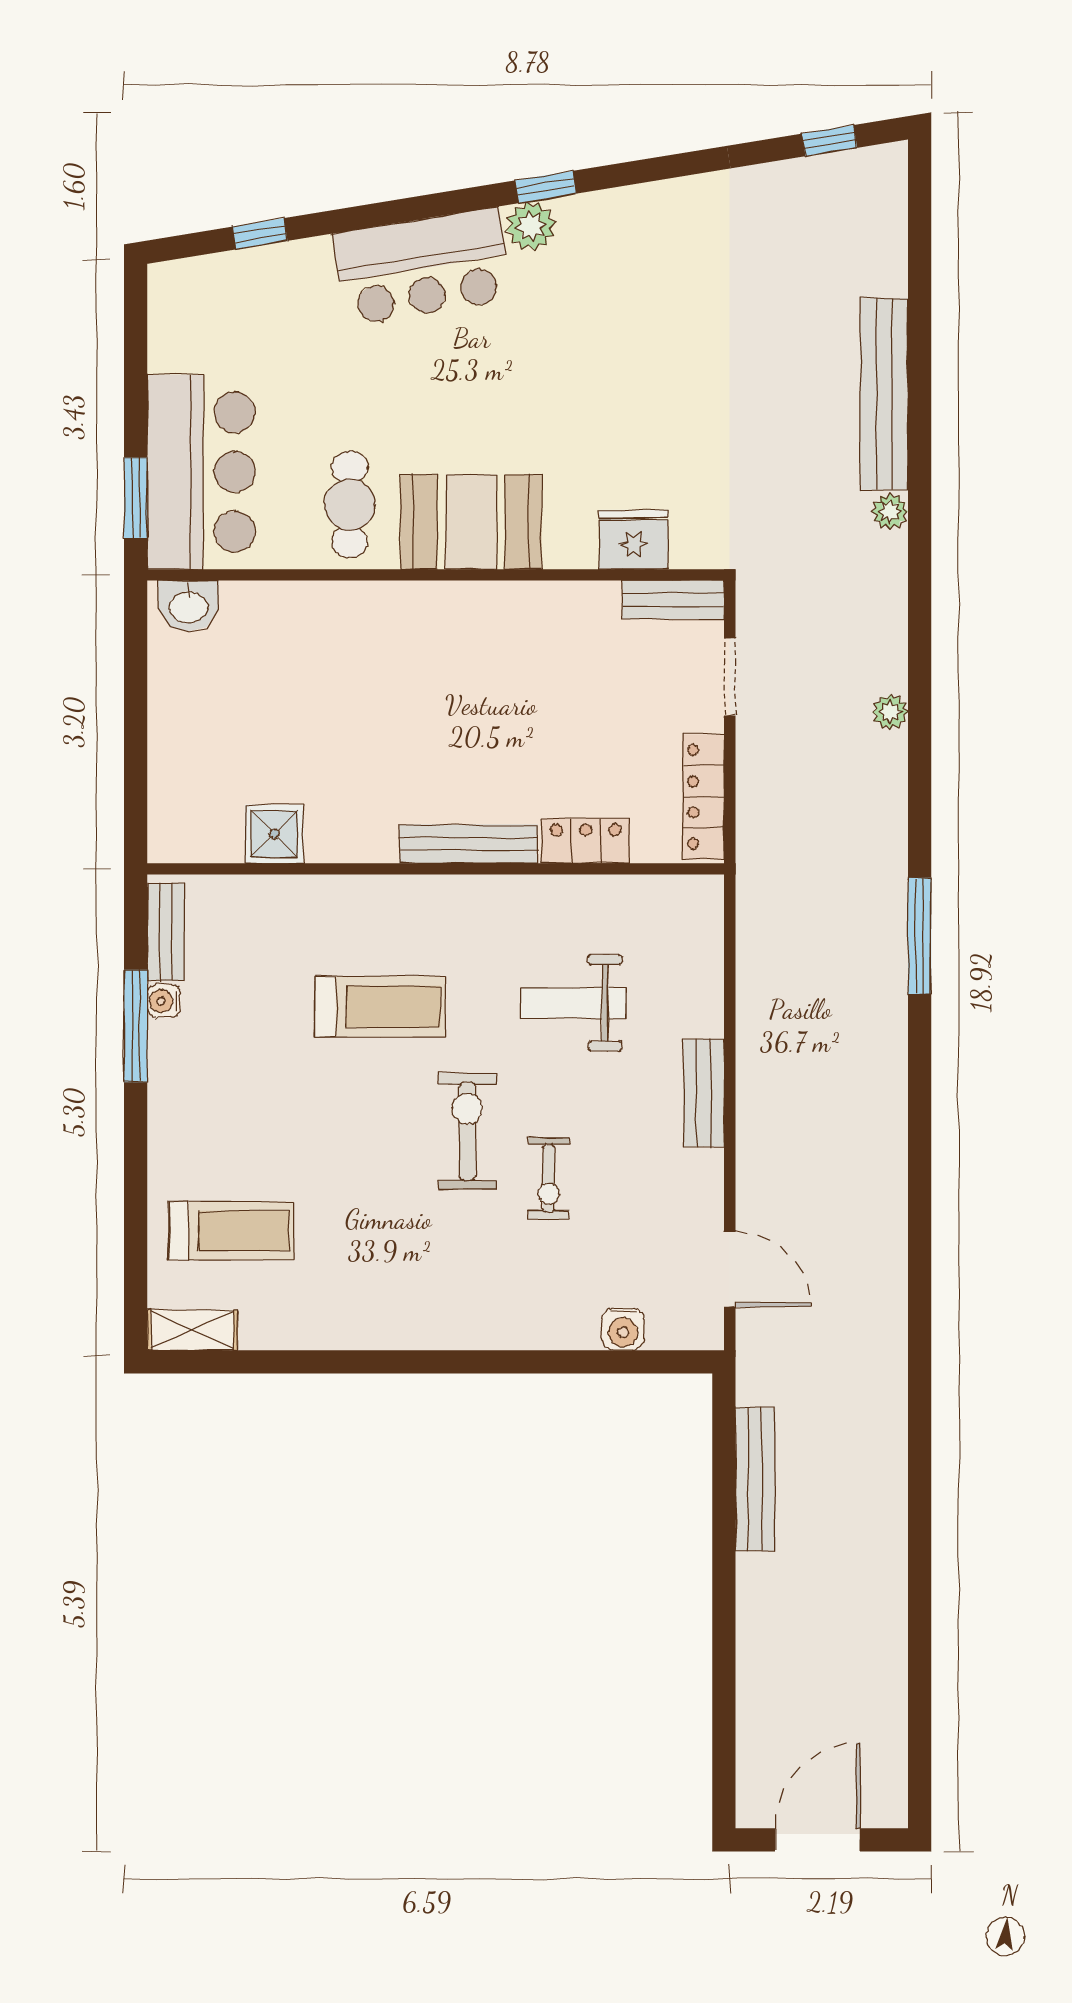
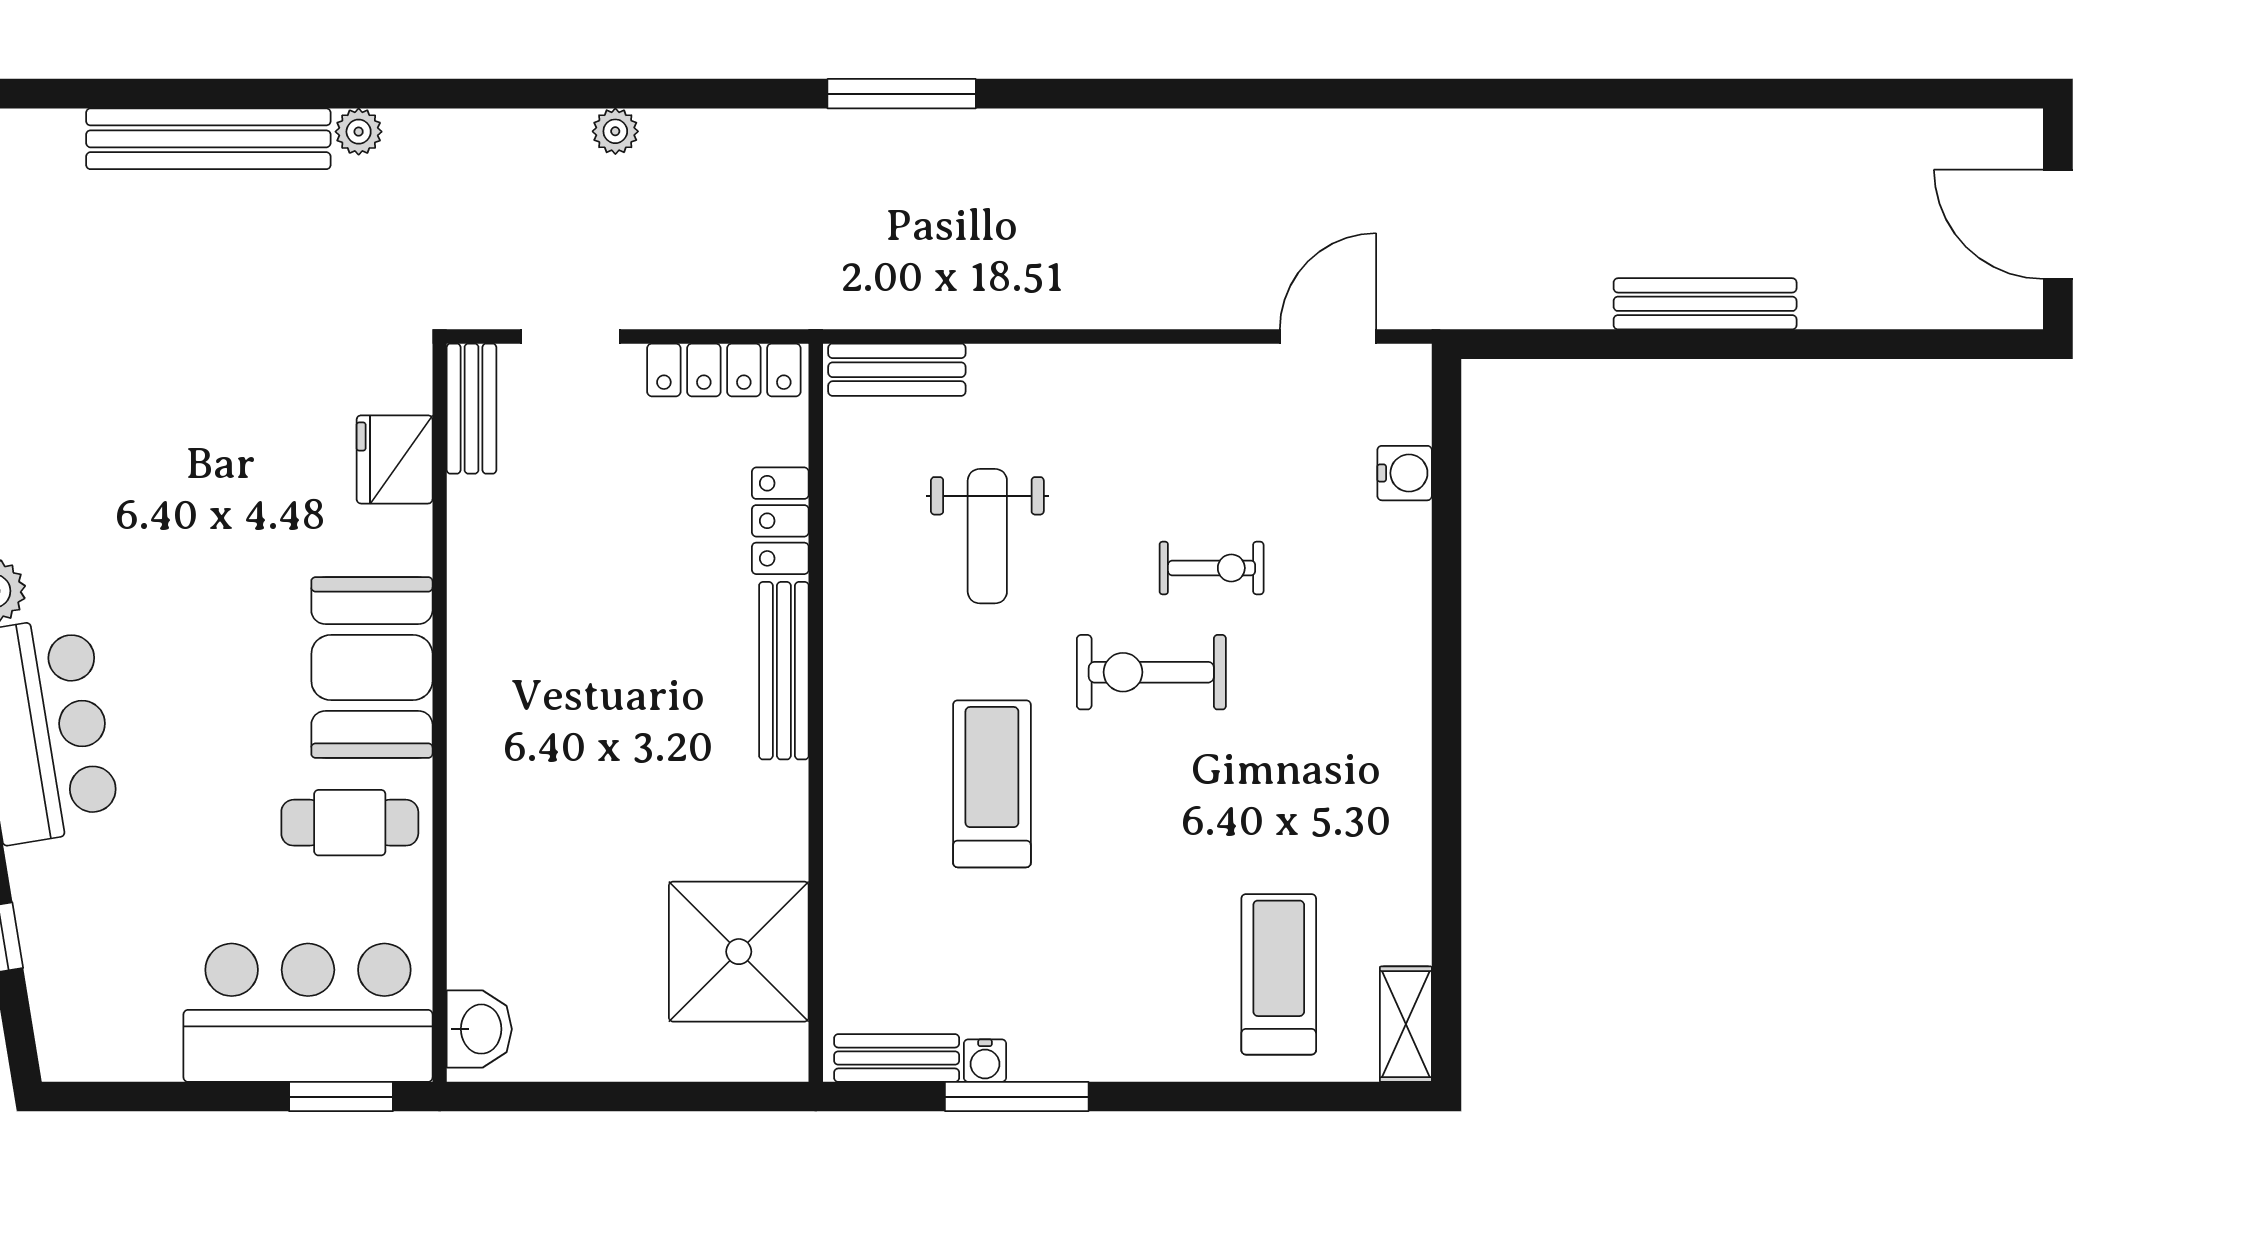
shower: (274, 834) -> (739, 952), width x1.86, depth x1.86
bench: (704, 1093) -> (897, 370), moved
bench: (755, 1479) -> (1705, 304), moved

